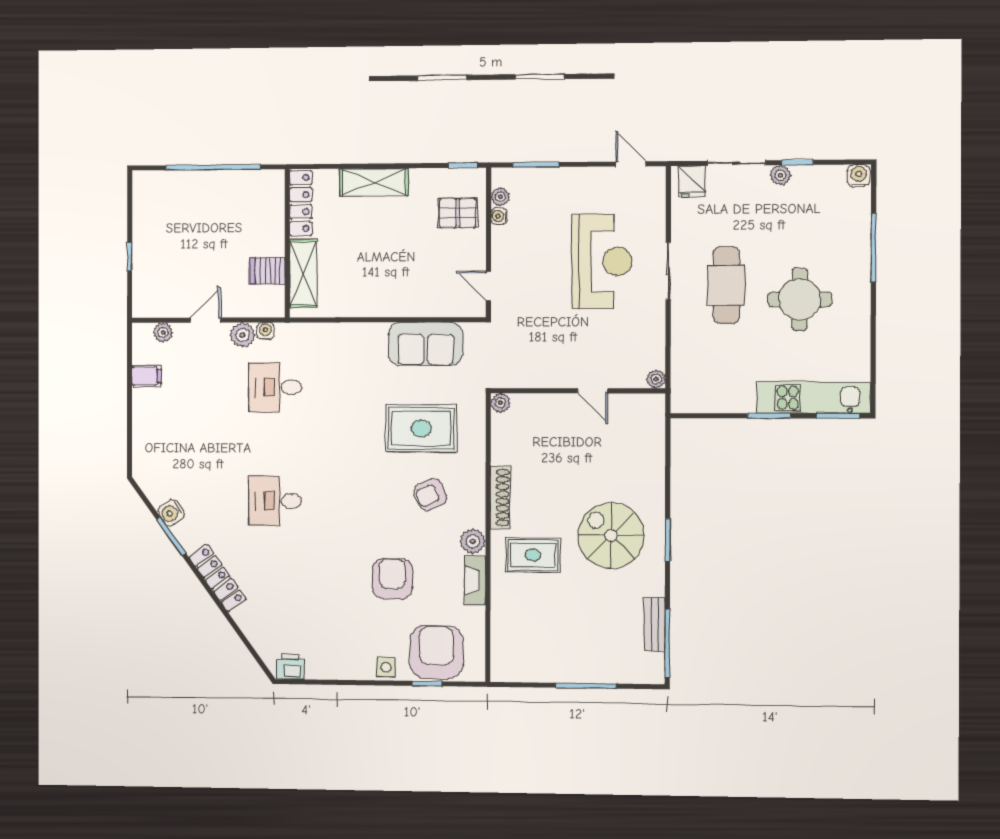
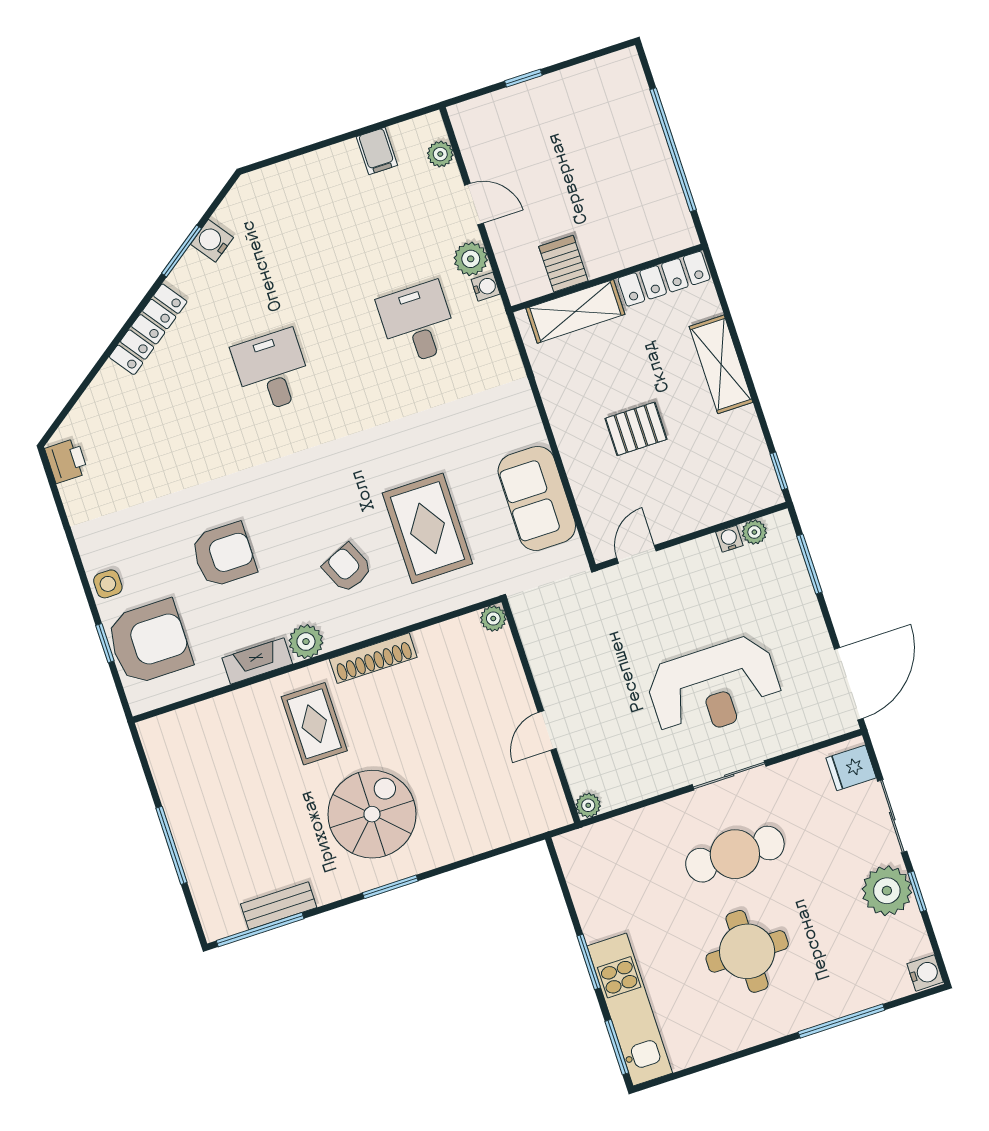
door: (631, 164) -> (849, 684), width x1.87
plant: (780, 175) -> (887, 891), width x1.88, depth x1.88
pallet: (458, 213) -> (636, 429), moved, turned 90

